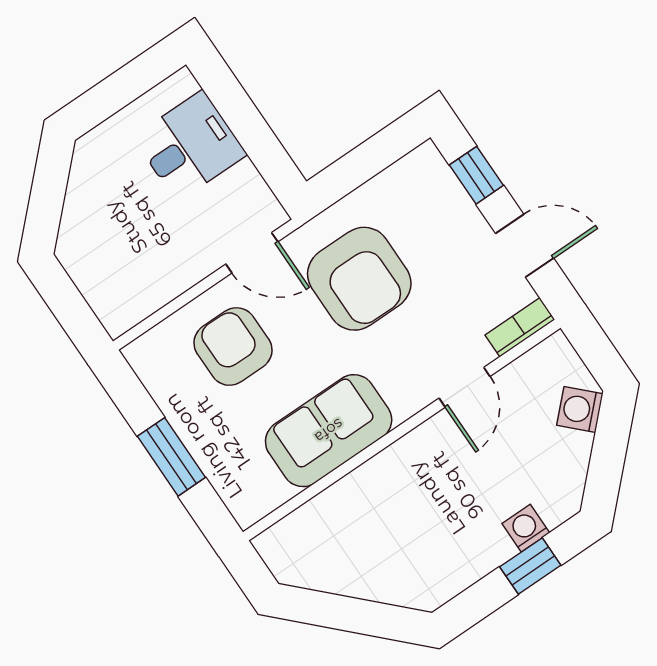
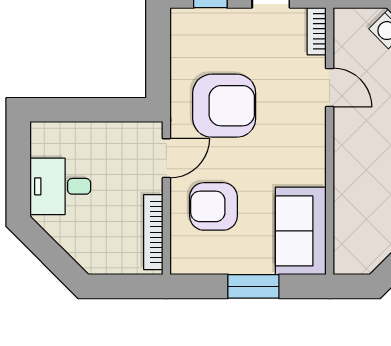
desk: (190, 146) -> (60, 186), moved, turned -90
bookcase: (155, 297) -> (153, 232), added
sofa: (329, 431) -> (301, 231), moved

